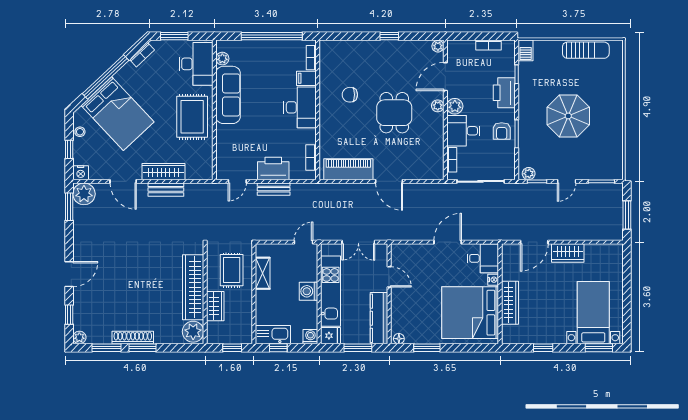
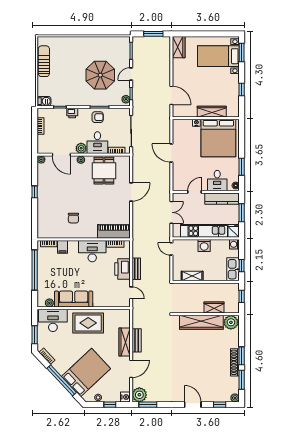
printer: (504, 93) -> (72, 113), width x0.53, depth x0.68
desk: (300, 107) -> (92, 251), moved
dining table: (394, 113) -> (104, 171), moved, turned 90
parasol: (568, 116) -> (100, 75), moved
piano: (348, 169) -> (114, 231), moved, turned 90
door: (567, 181) -> (131, 74), swing flipped
wardrobe: (568, 253) -> (179, 47), moved
desk: (483, 258) -> (217, 181), moved, turned 180
rug: (232, 270) -> (190, 297), removed

